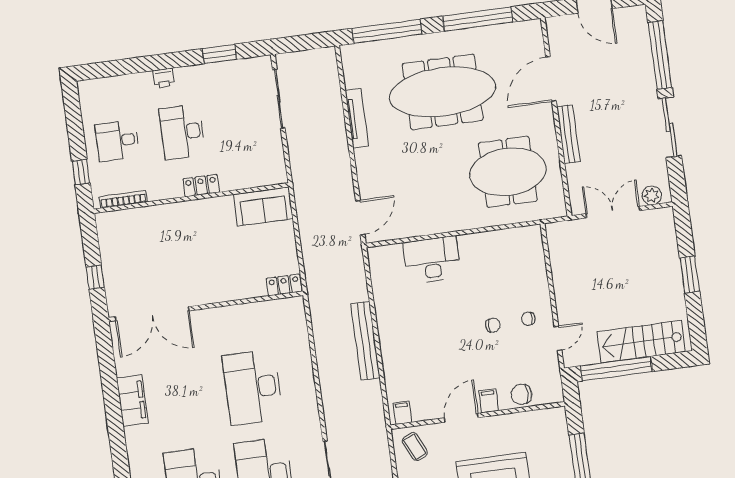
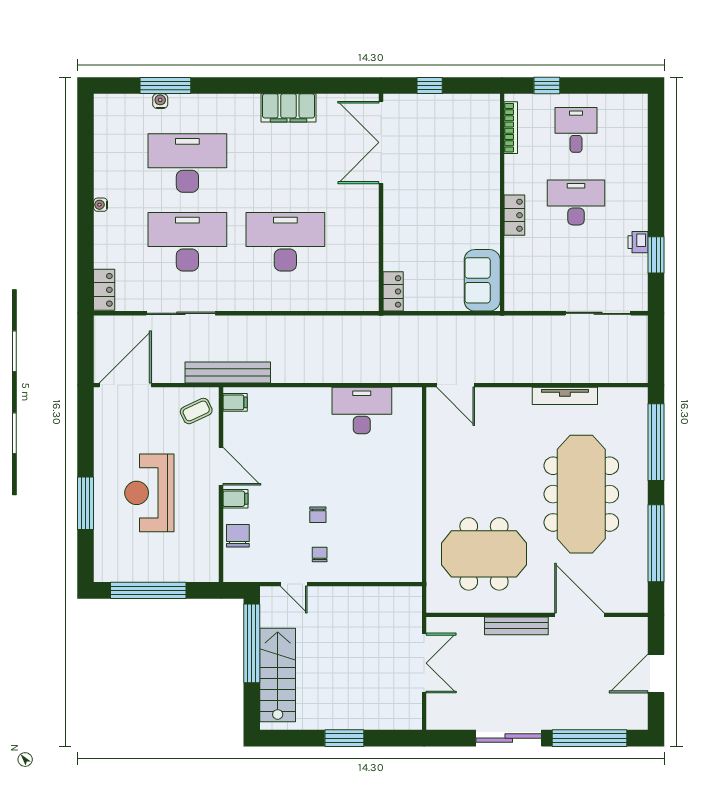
printer: (164, 78) -> (638, 242), moved
meeting table: (508, 172) -> (484, 554), turned 90
plant: (652, 195) -> (437, 708), removed
desk: (432, 260) -> (362, 411), moved, turned -90
bench: (365, 341) -> (228, 372), moved

